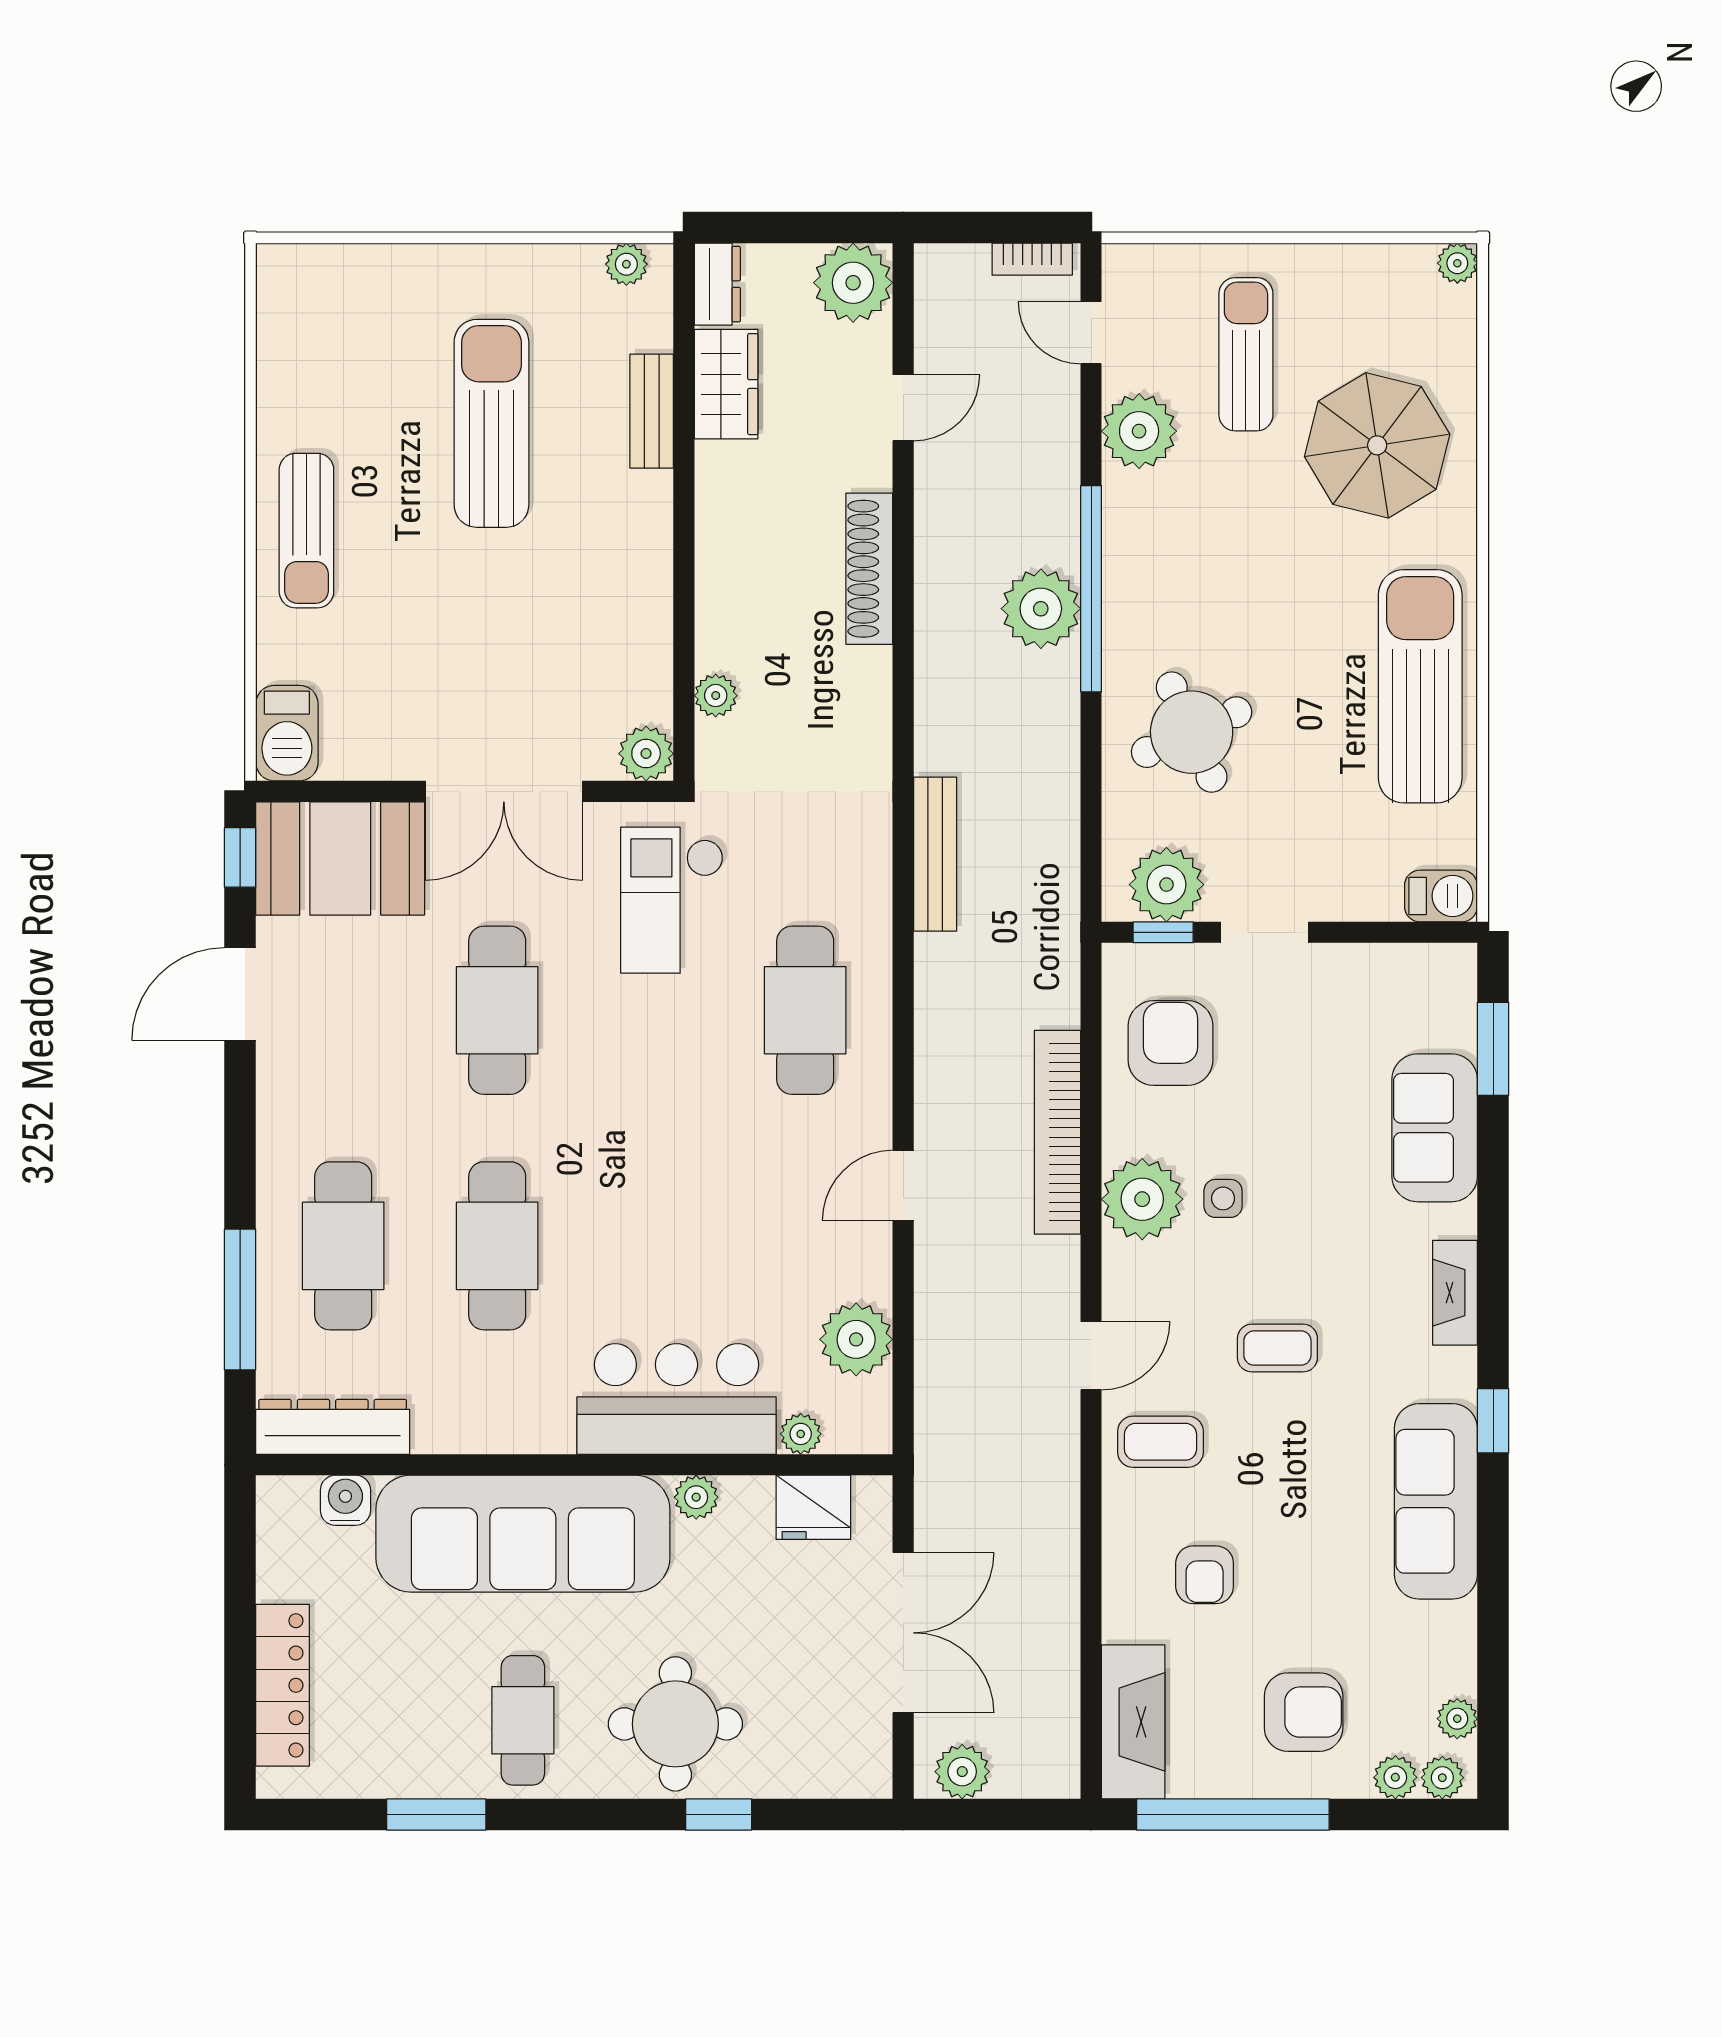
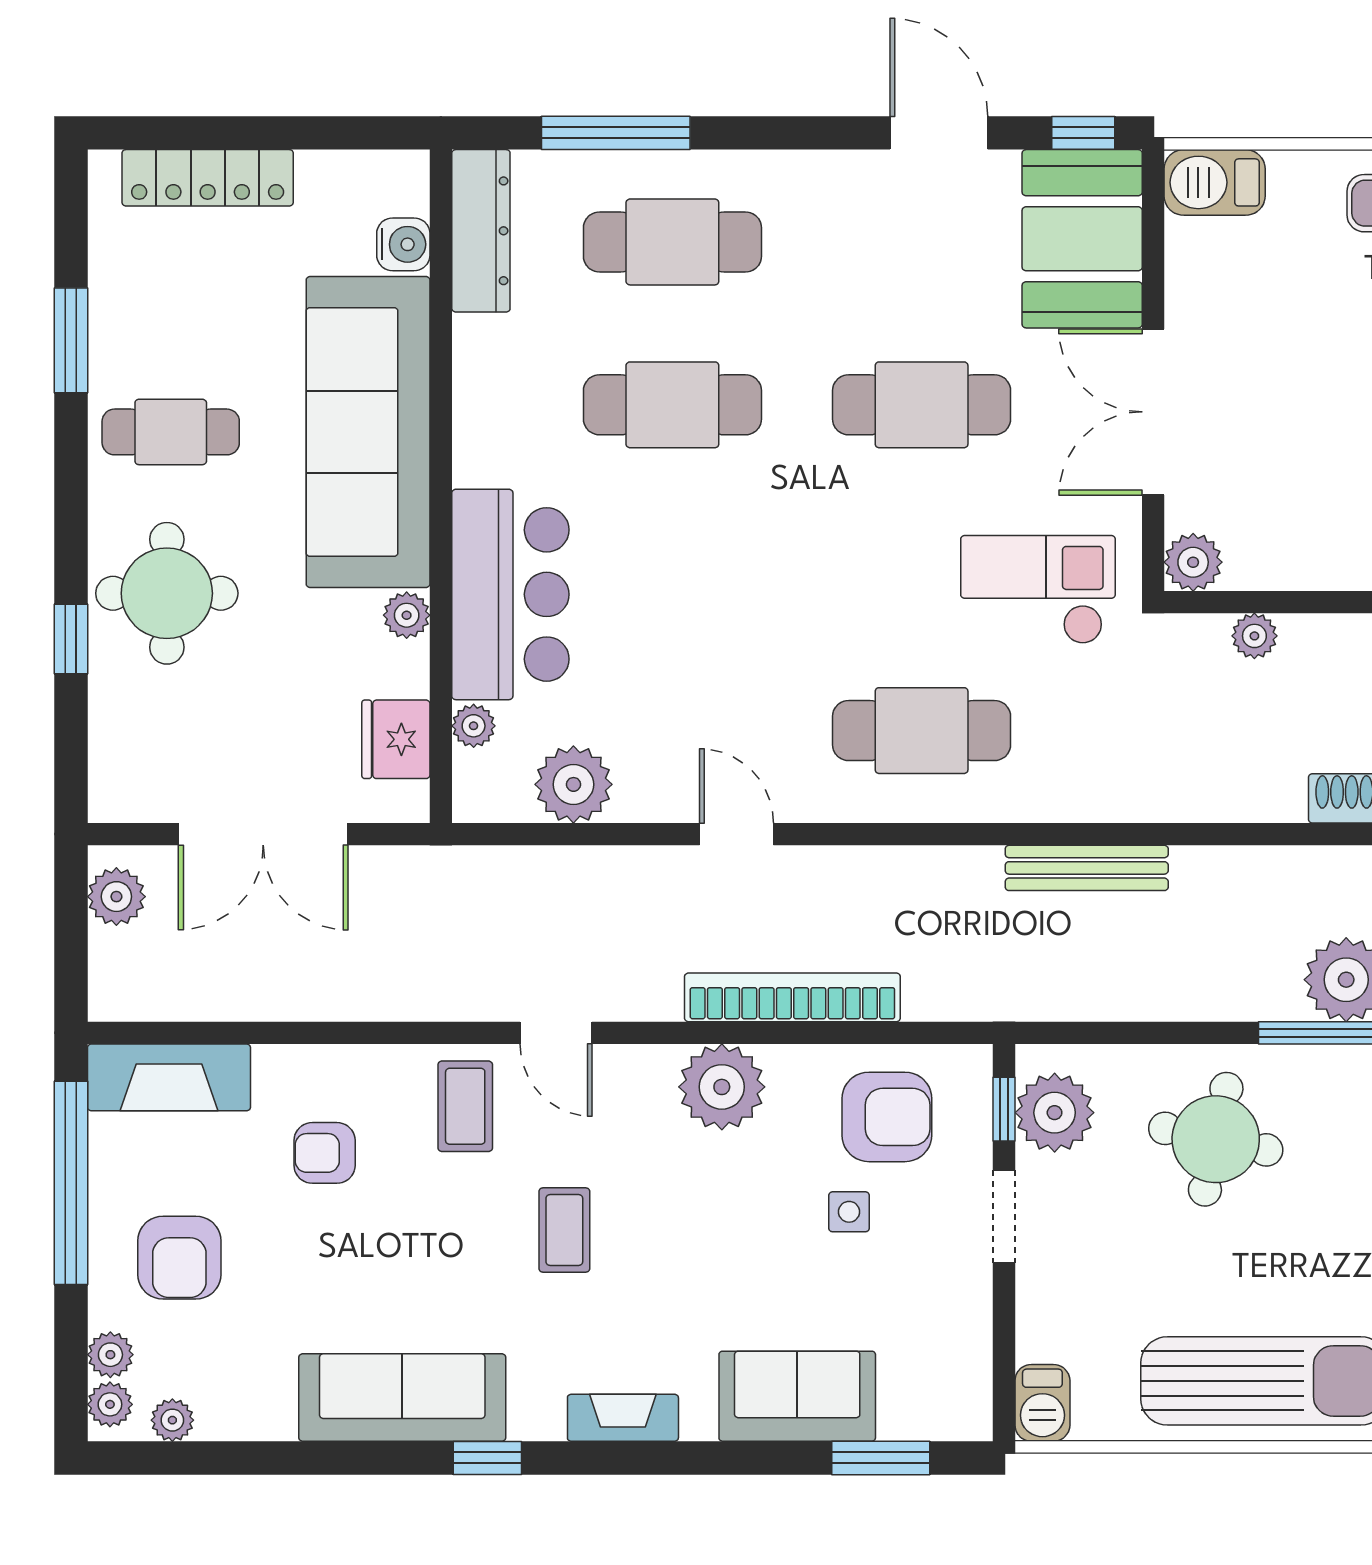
round table: (1192, 732) -> (1216, 1139), turned 36
side table: (1223, 1198) -> (849, 1212), moved

